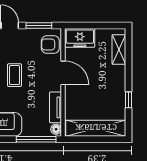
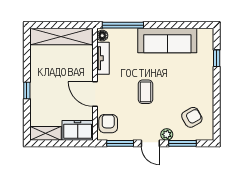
armchair: (50, 44) -> (108, 124), turned -90
shelving: (119, 49) -> (45, 133), moved, turned 90
window: (129, 100) -> (27, 90), moved

